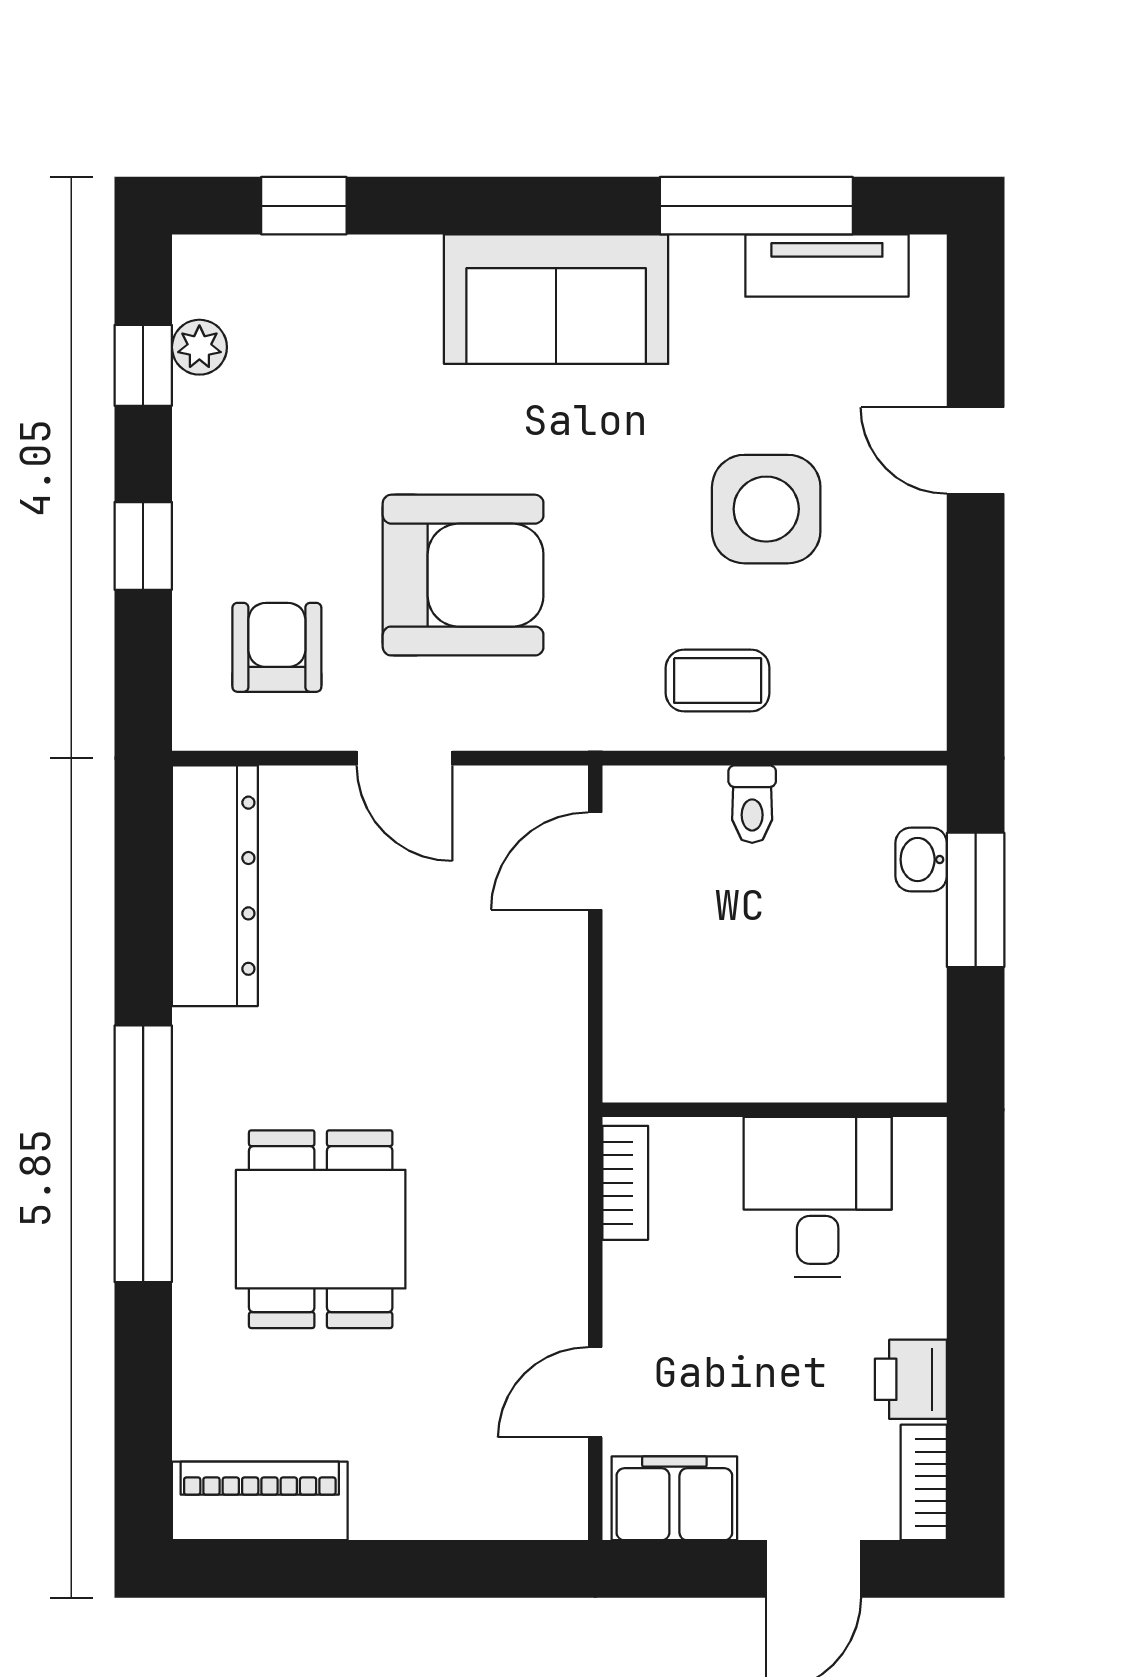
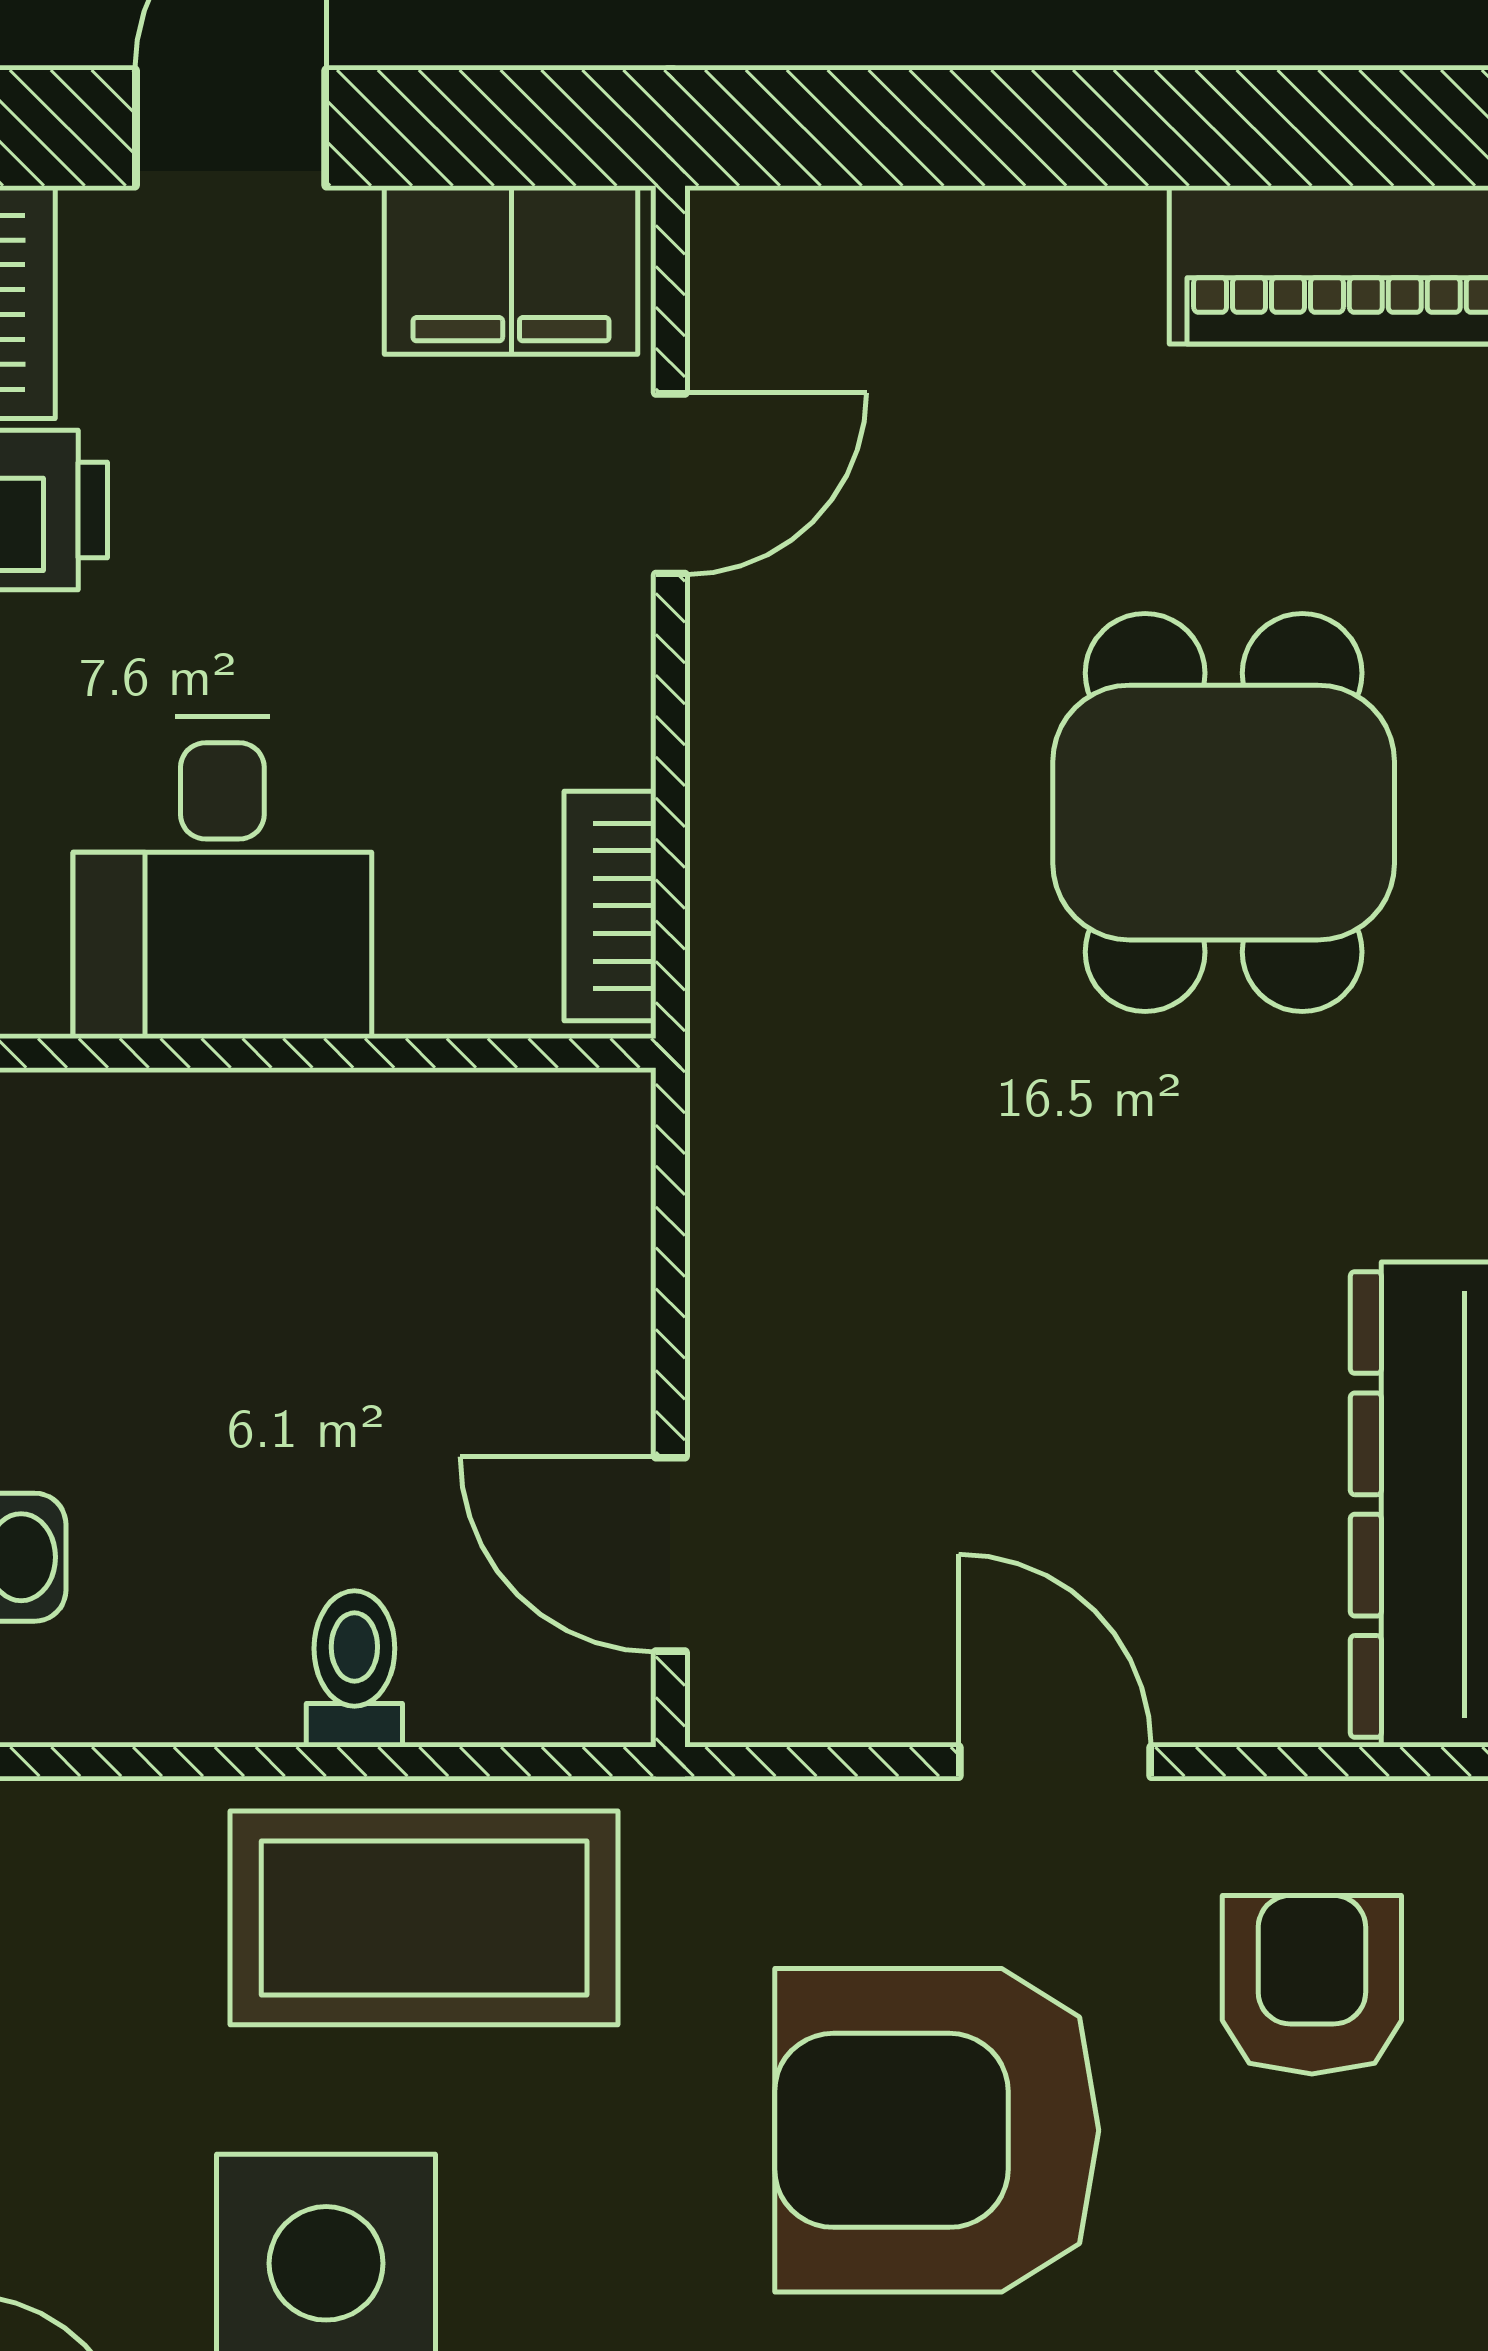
armchair: (277, 647) -> (1312, 1985), turned 180
coffee table: (718, 681) -> (424, 1918), width x1.86, depth x1.72
door: (595, 861) -> (670, 1554), swing flipped

